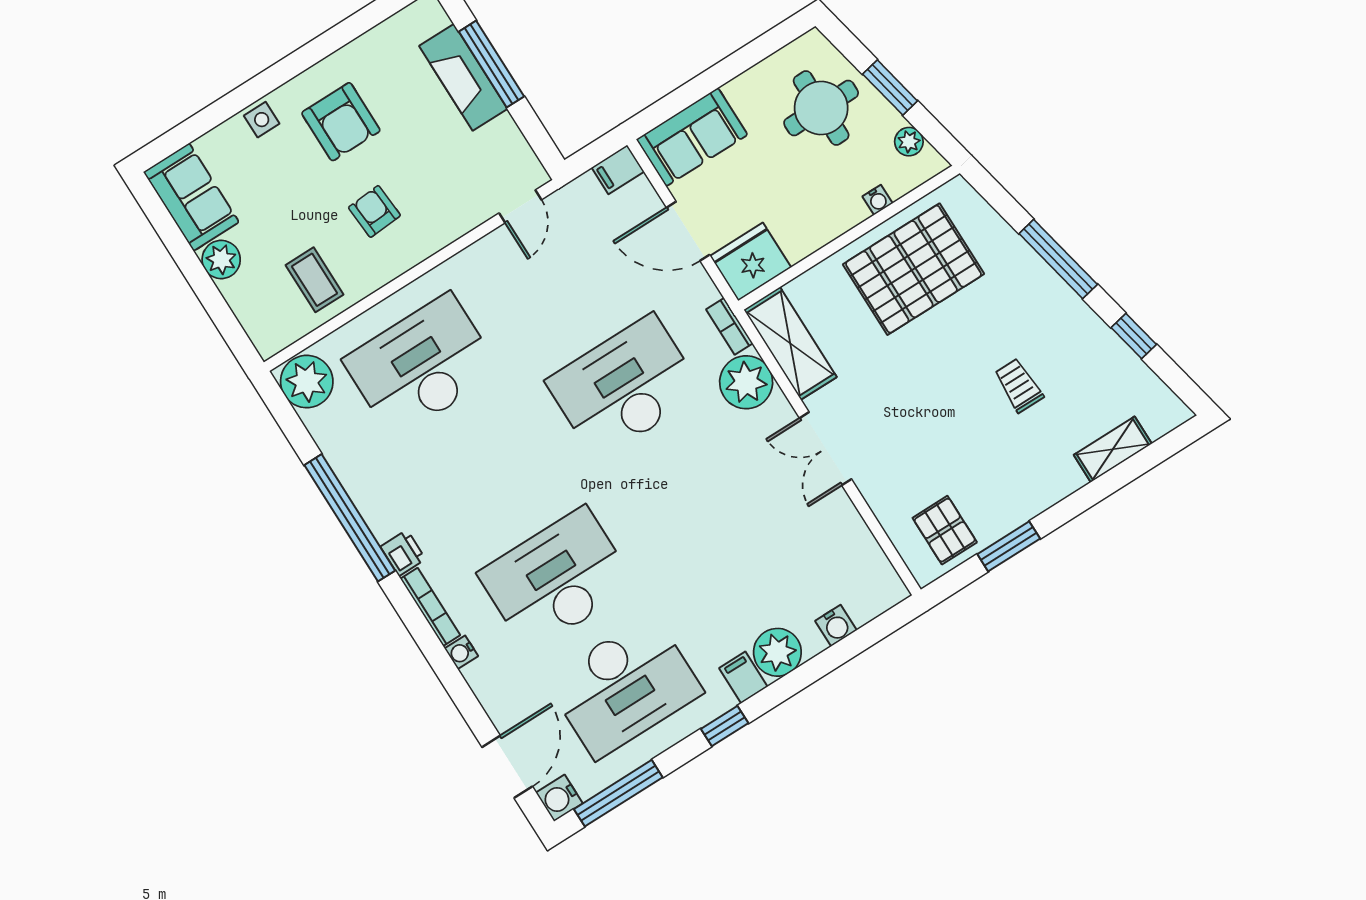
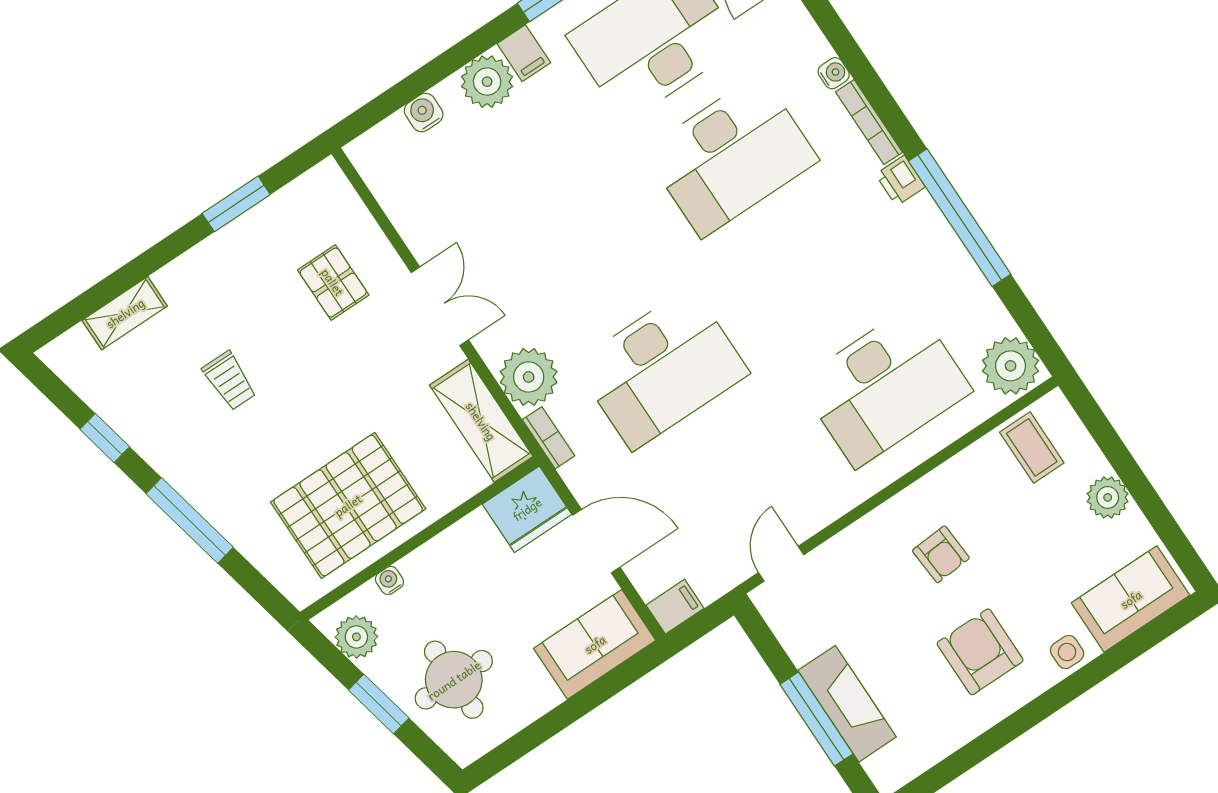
plant: (909, 142) -> (356, 637), width x1.38, depth x1.38
sofa: (191, 197) -> (1131, 599), moved, turned 90
coffee table: (315, 280) -> (1032, 447), moved
pallet: (945, 530) -> (333, 282), moved

